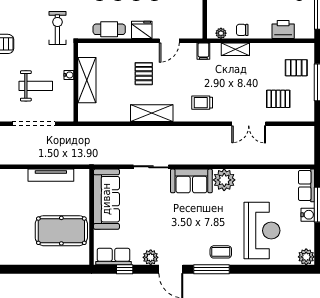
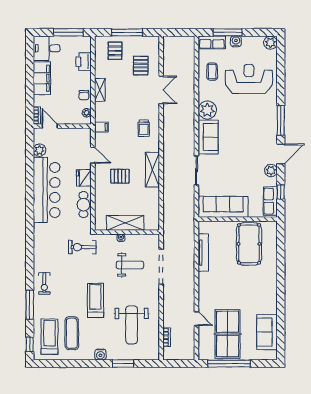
shelving: (235, 49) -> (100, 90), moved
weight bench: (36, 86) -> (130, 265), turned 90
coffee table: (221, 252) -> (212, 72), moved

